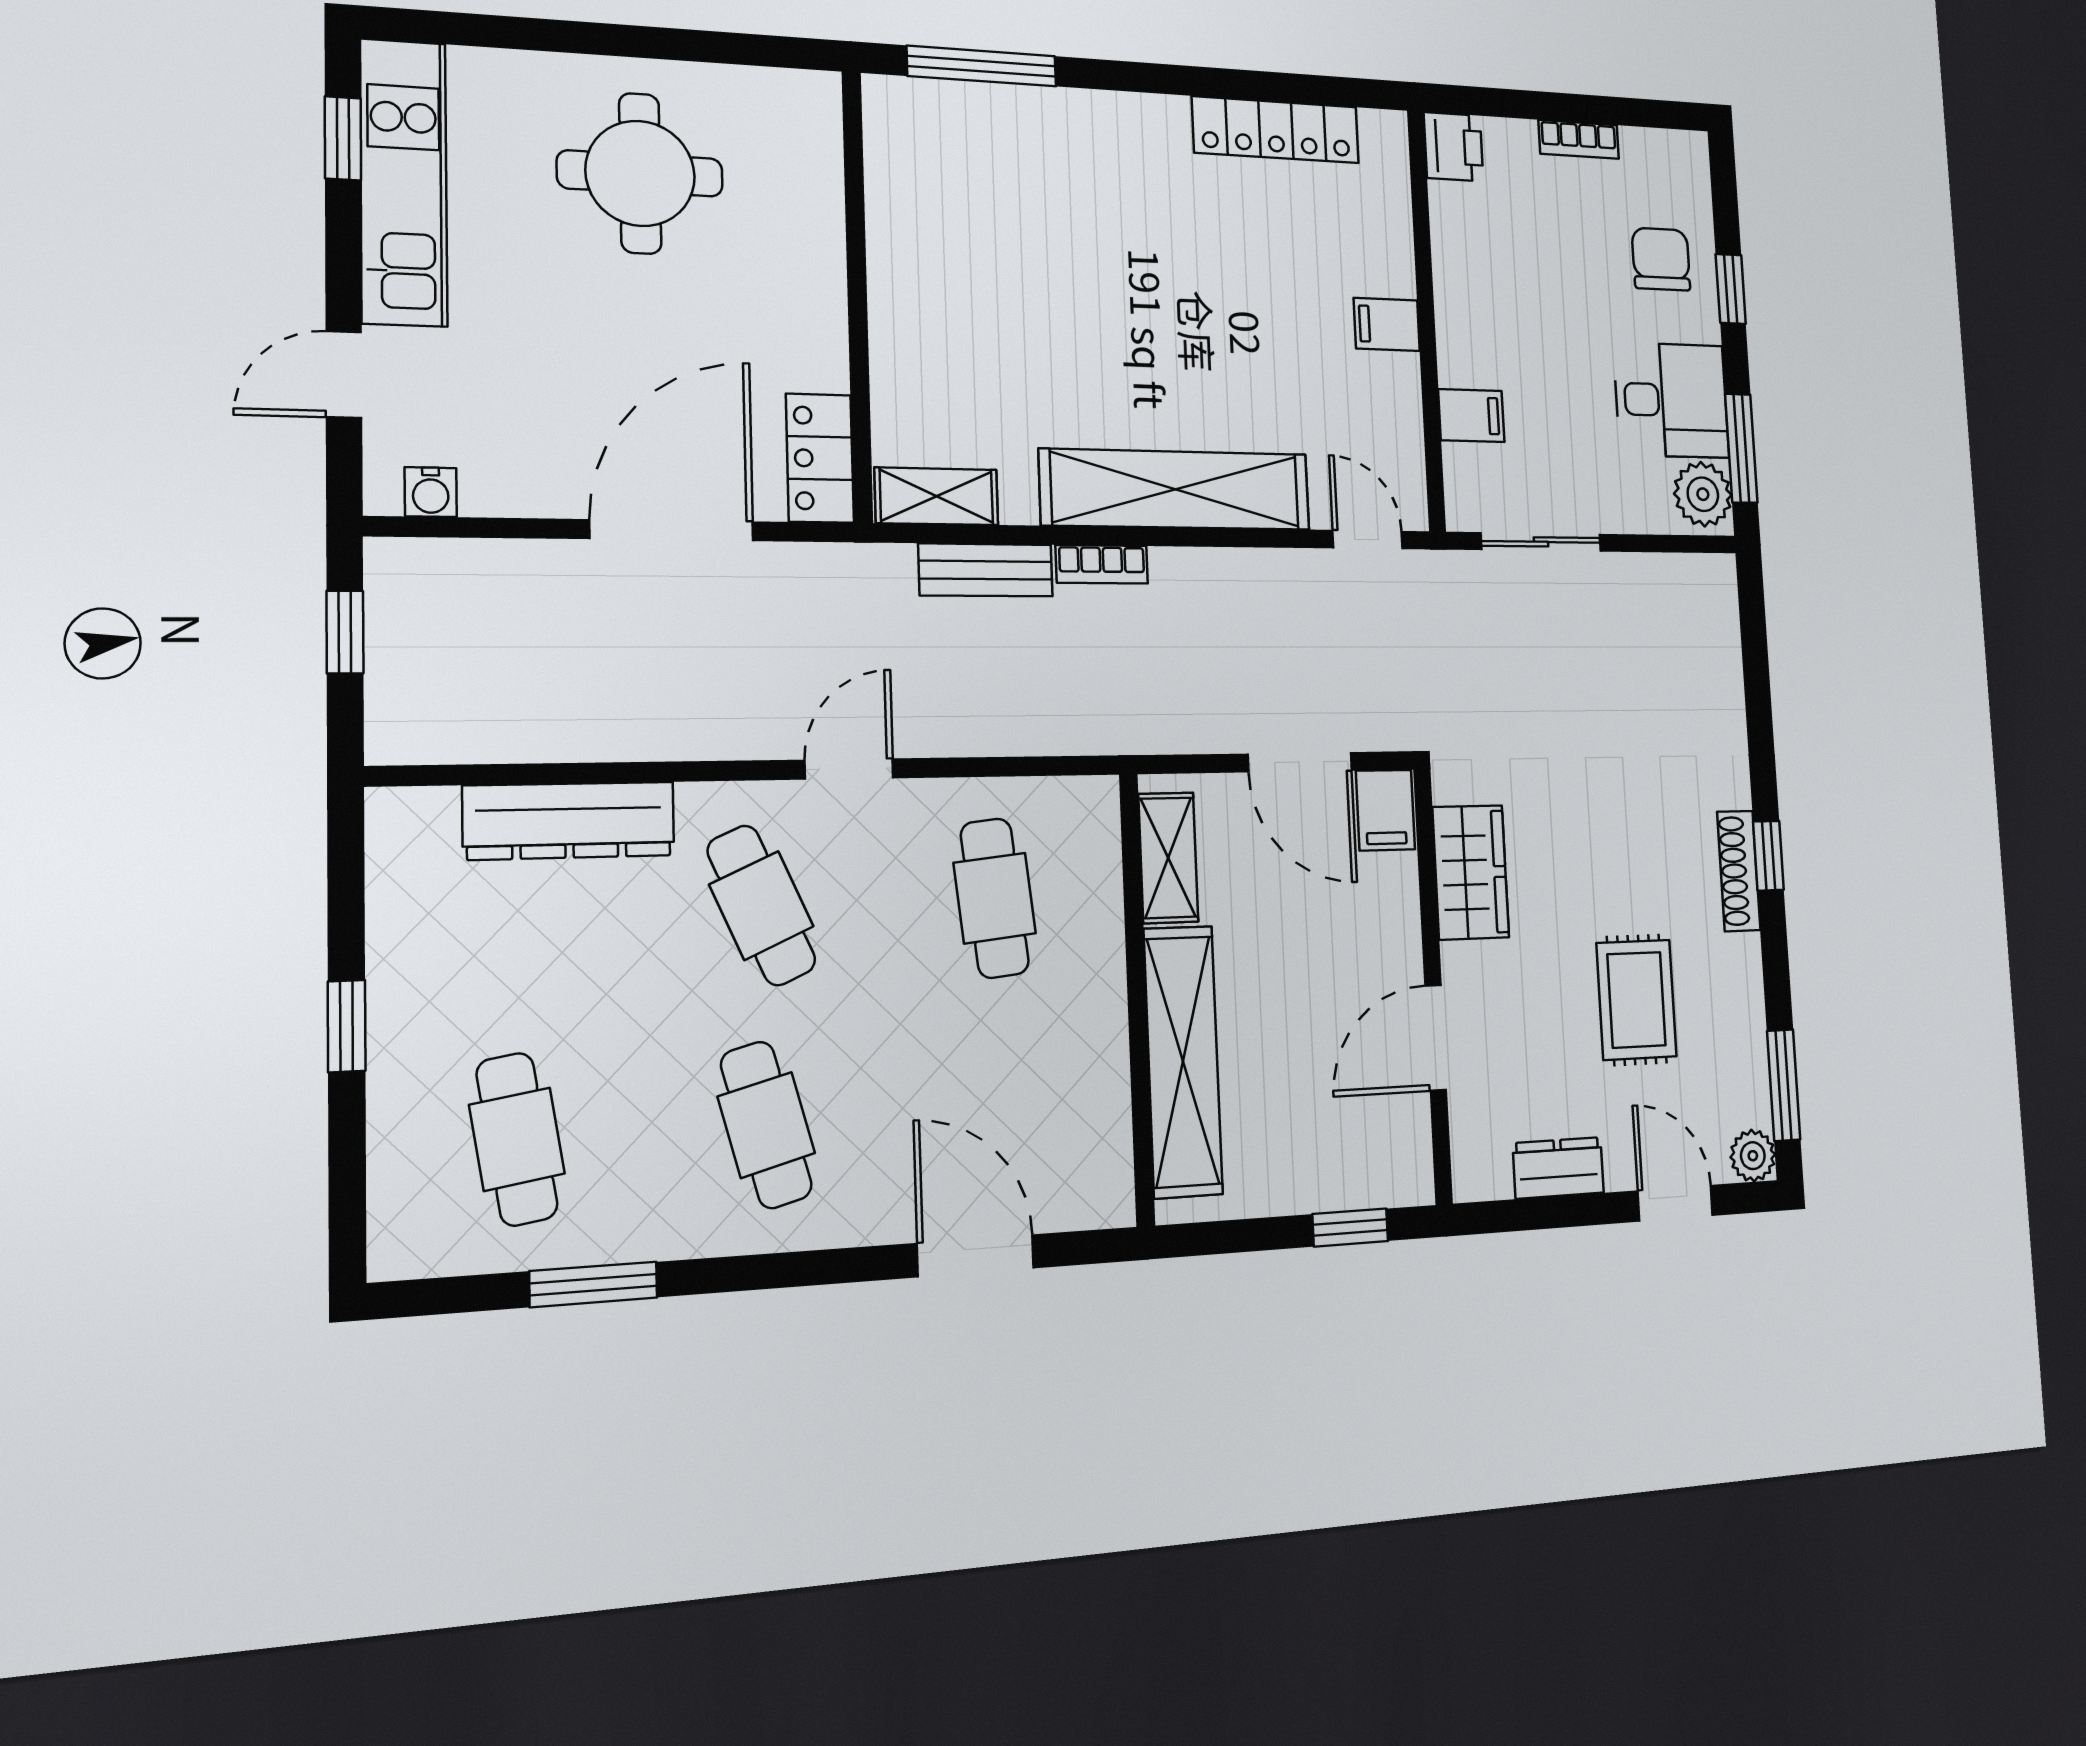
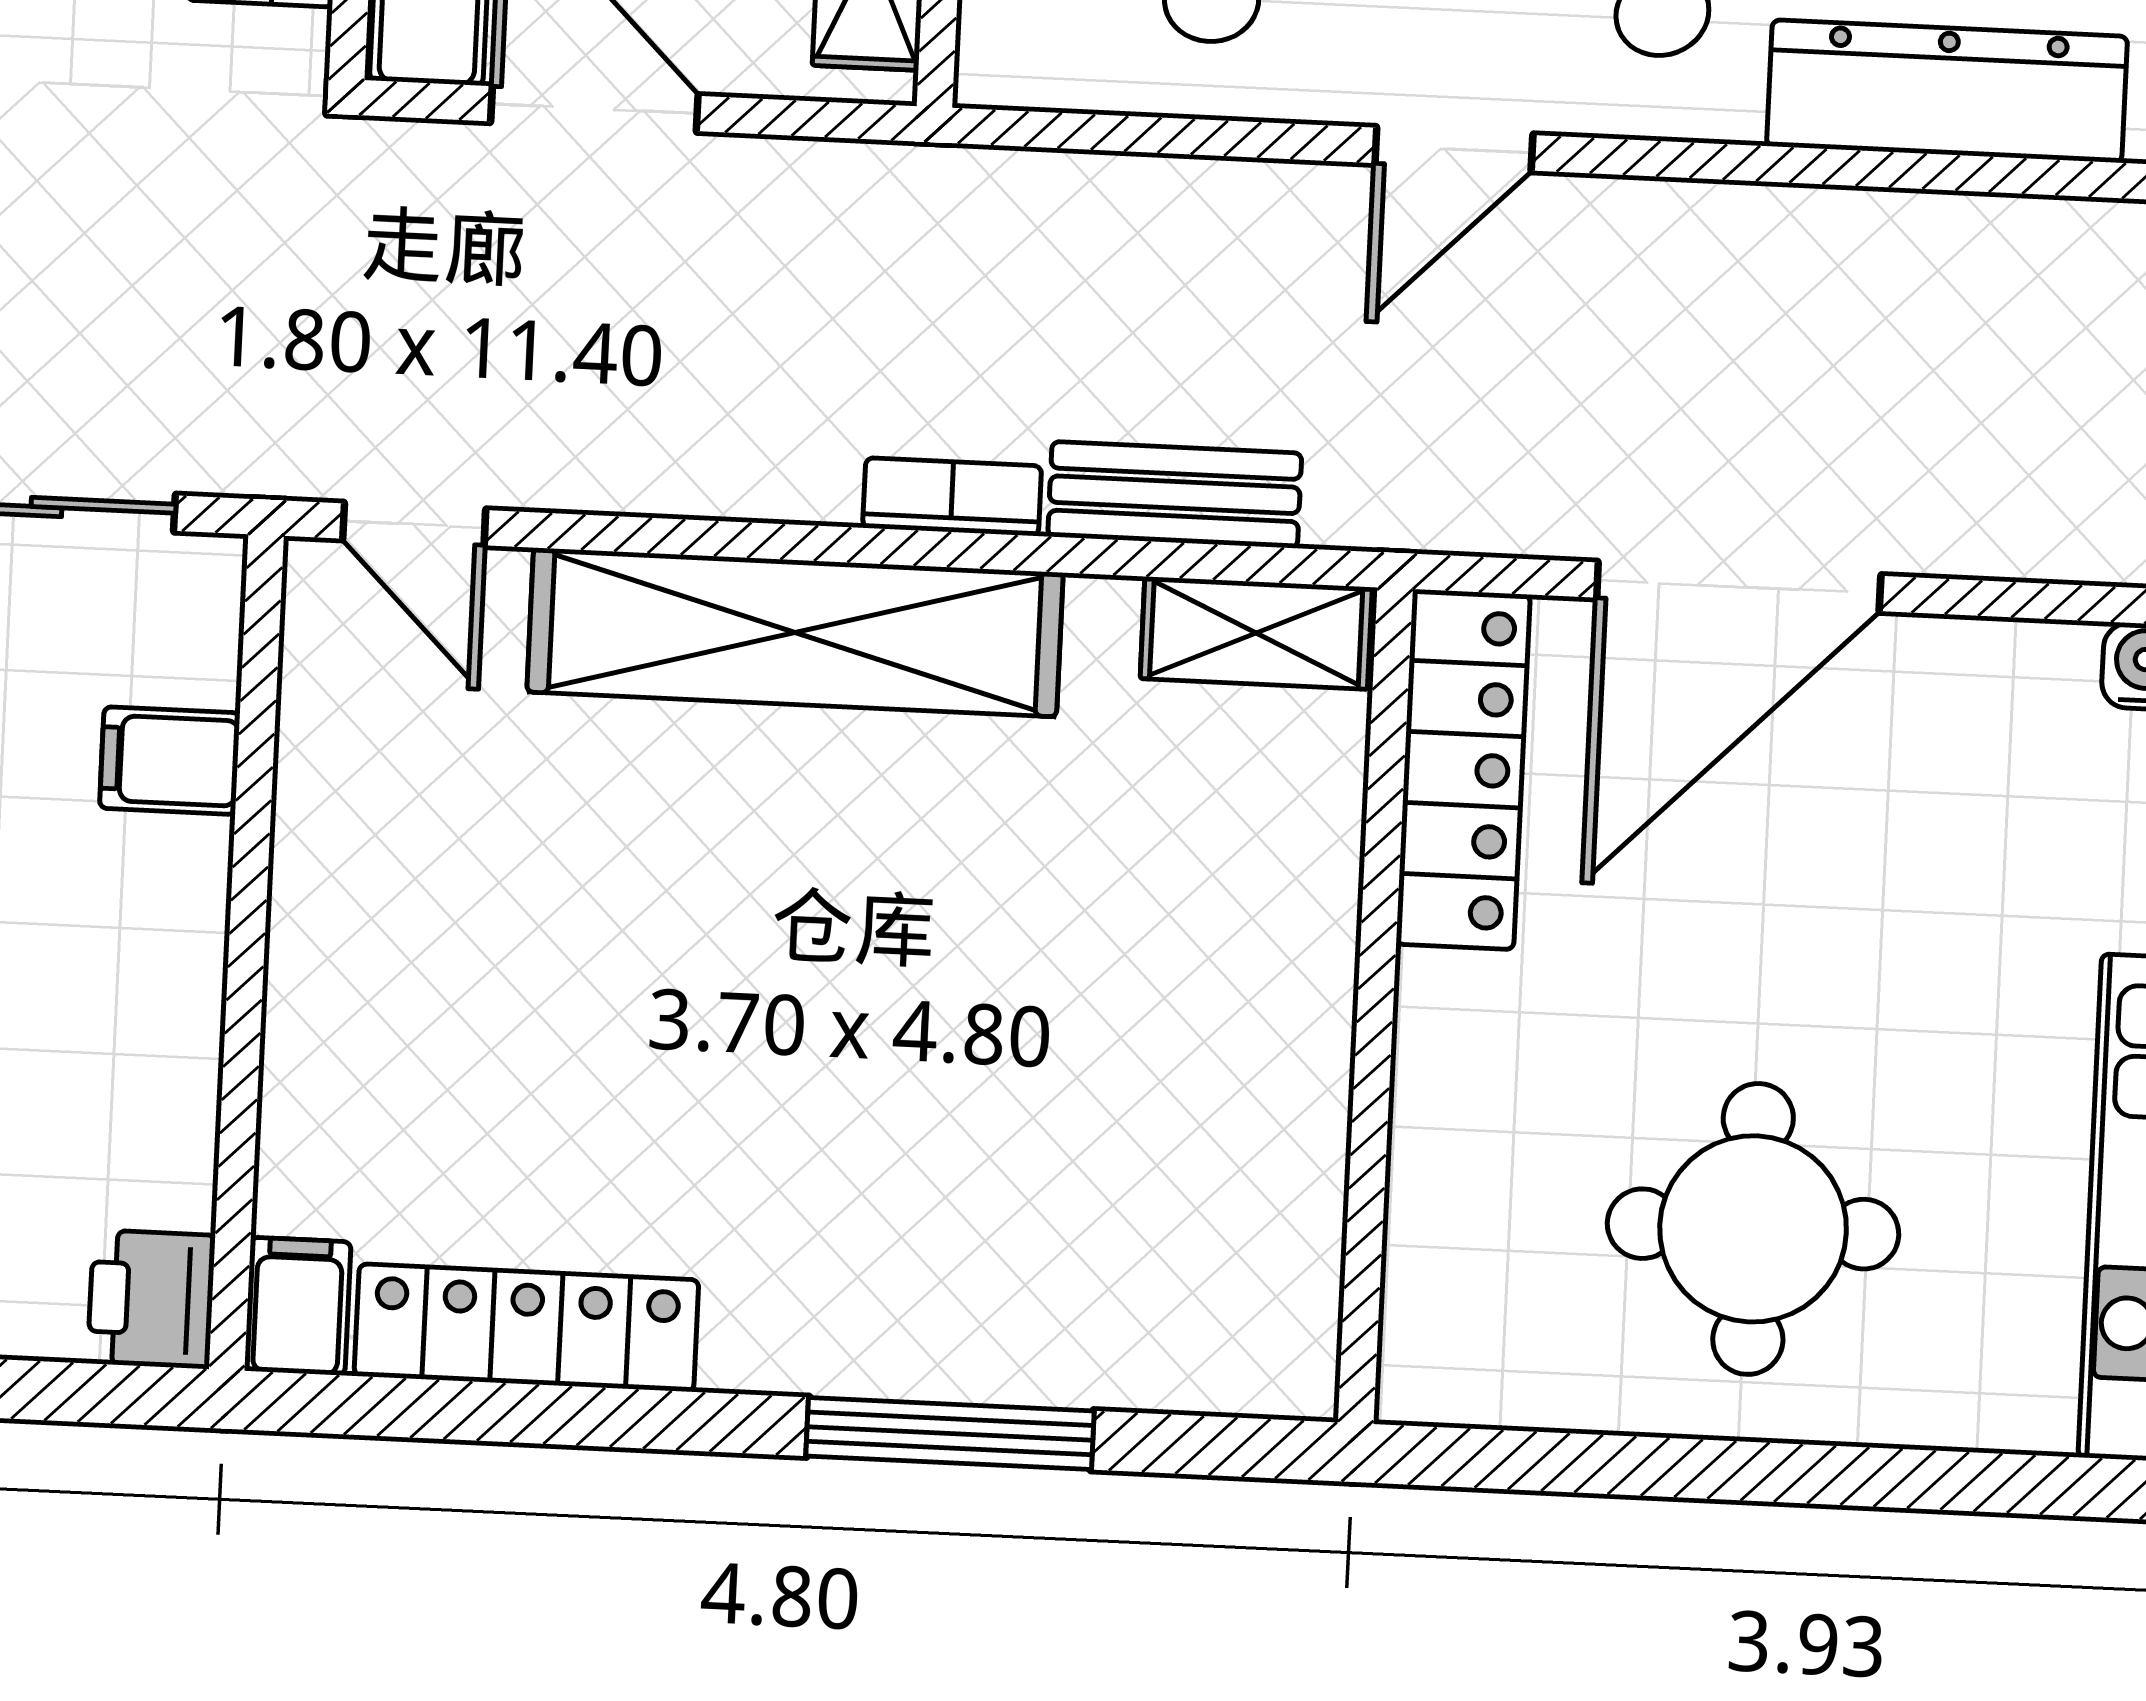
window: (982, 66) -> (950, 1434), moved
filing cabinet: (1387, 324) -> (298, 1306), moved, turned -90
locker: (820, 458) -> (1463, 769), width x1.53

